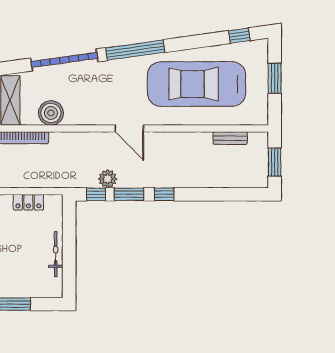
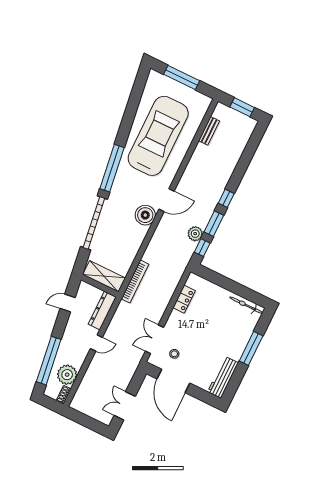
window: (239, 36) -> (138, 88), removed
window: (275, 78) -> (182, 78), width x1.44
car: (197, 84) -> (158, 136), turned 180
boiler: (51, 113) -> (145, 215), moved
bicycle: (56, 254) -> (246, 305), moved

